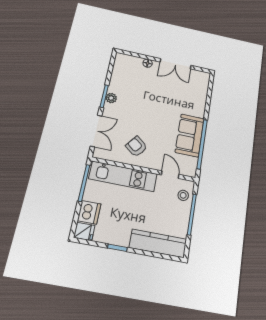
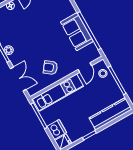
door: (170, 175) -> (85, 68), swing flipped

